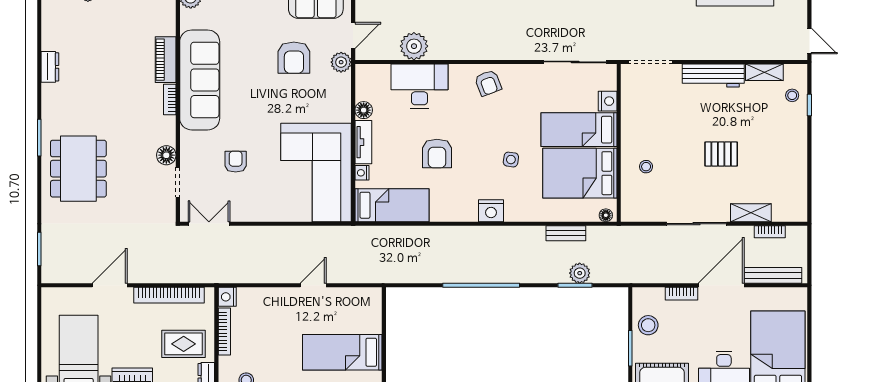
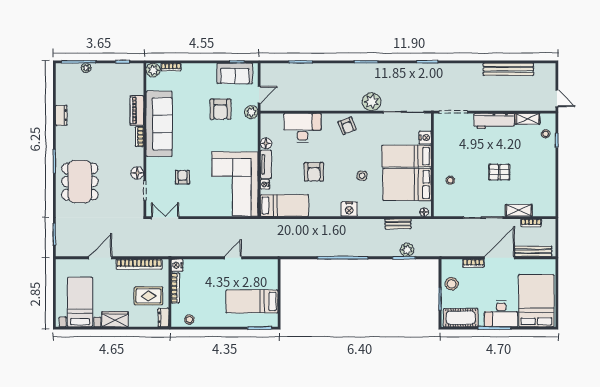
plant: (414, 46) -> (372, 102), moved

